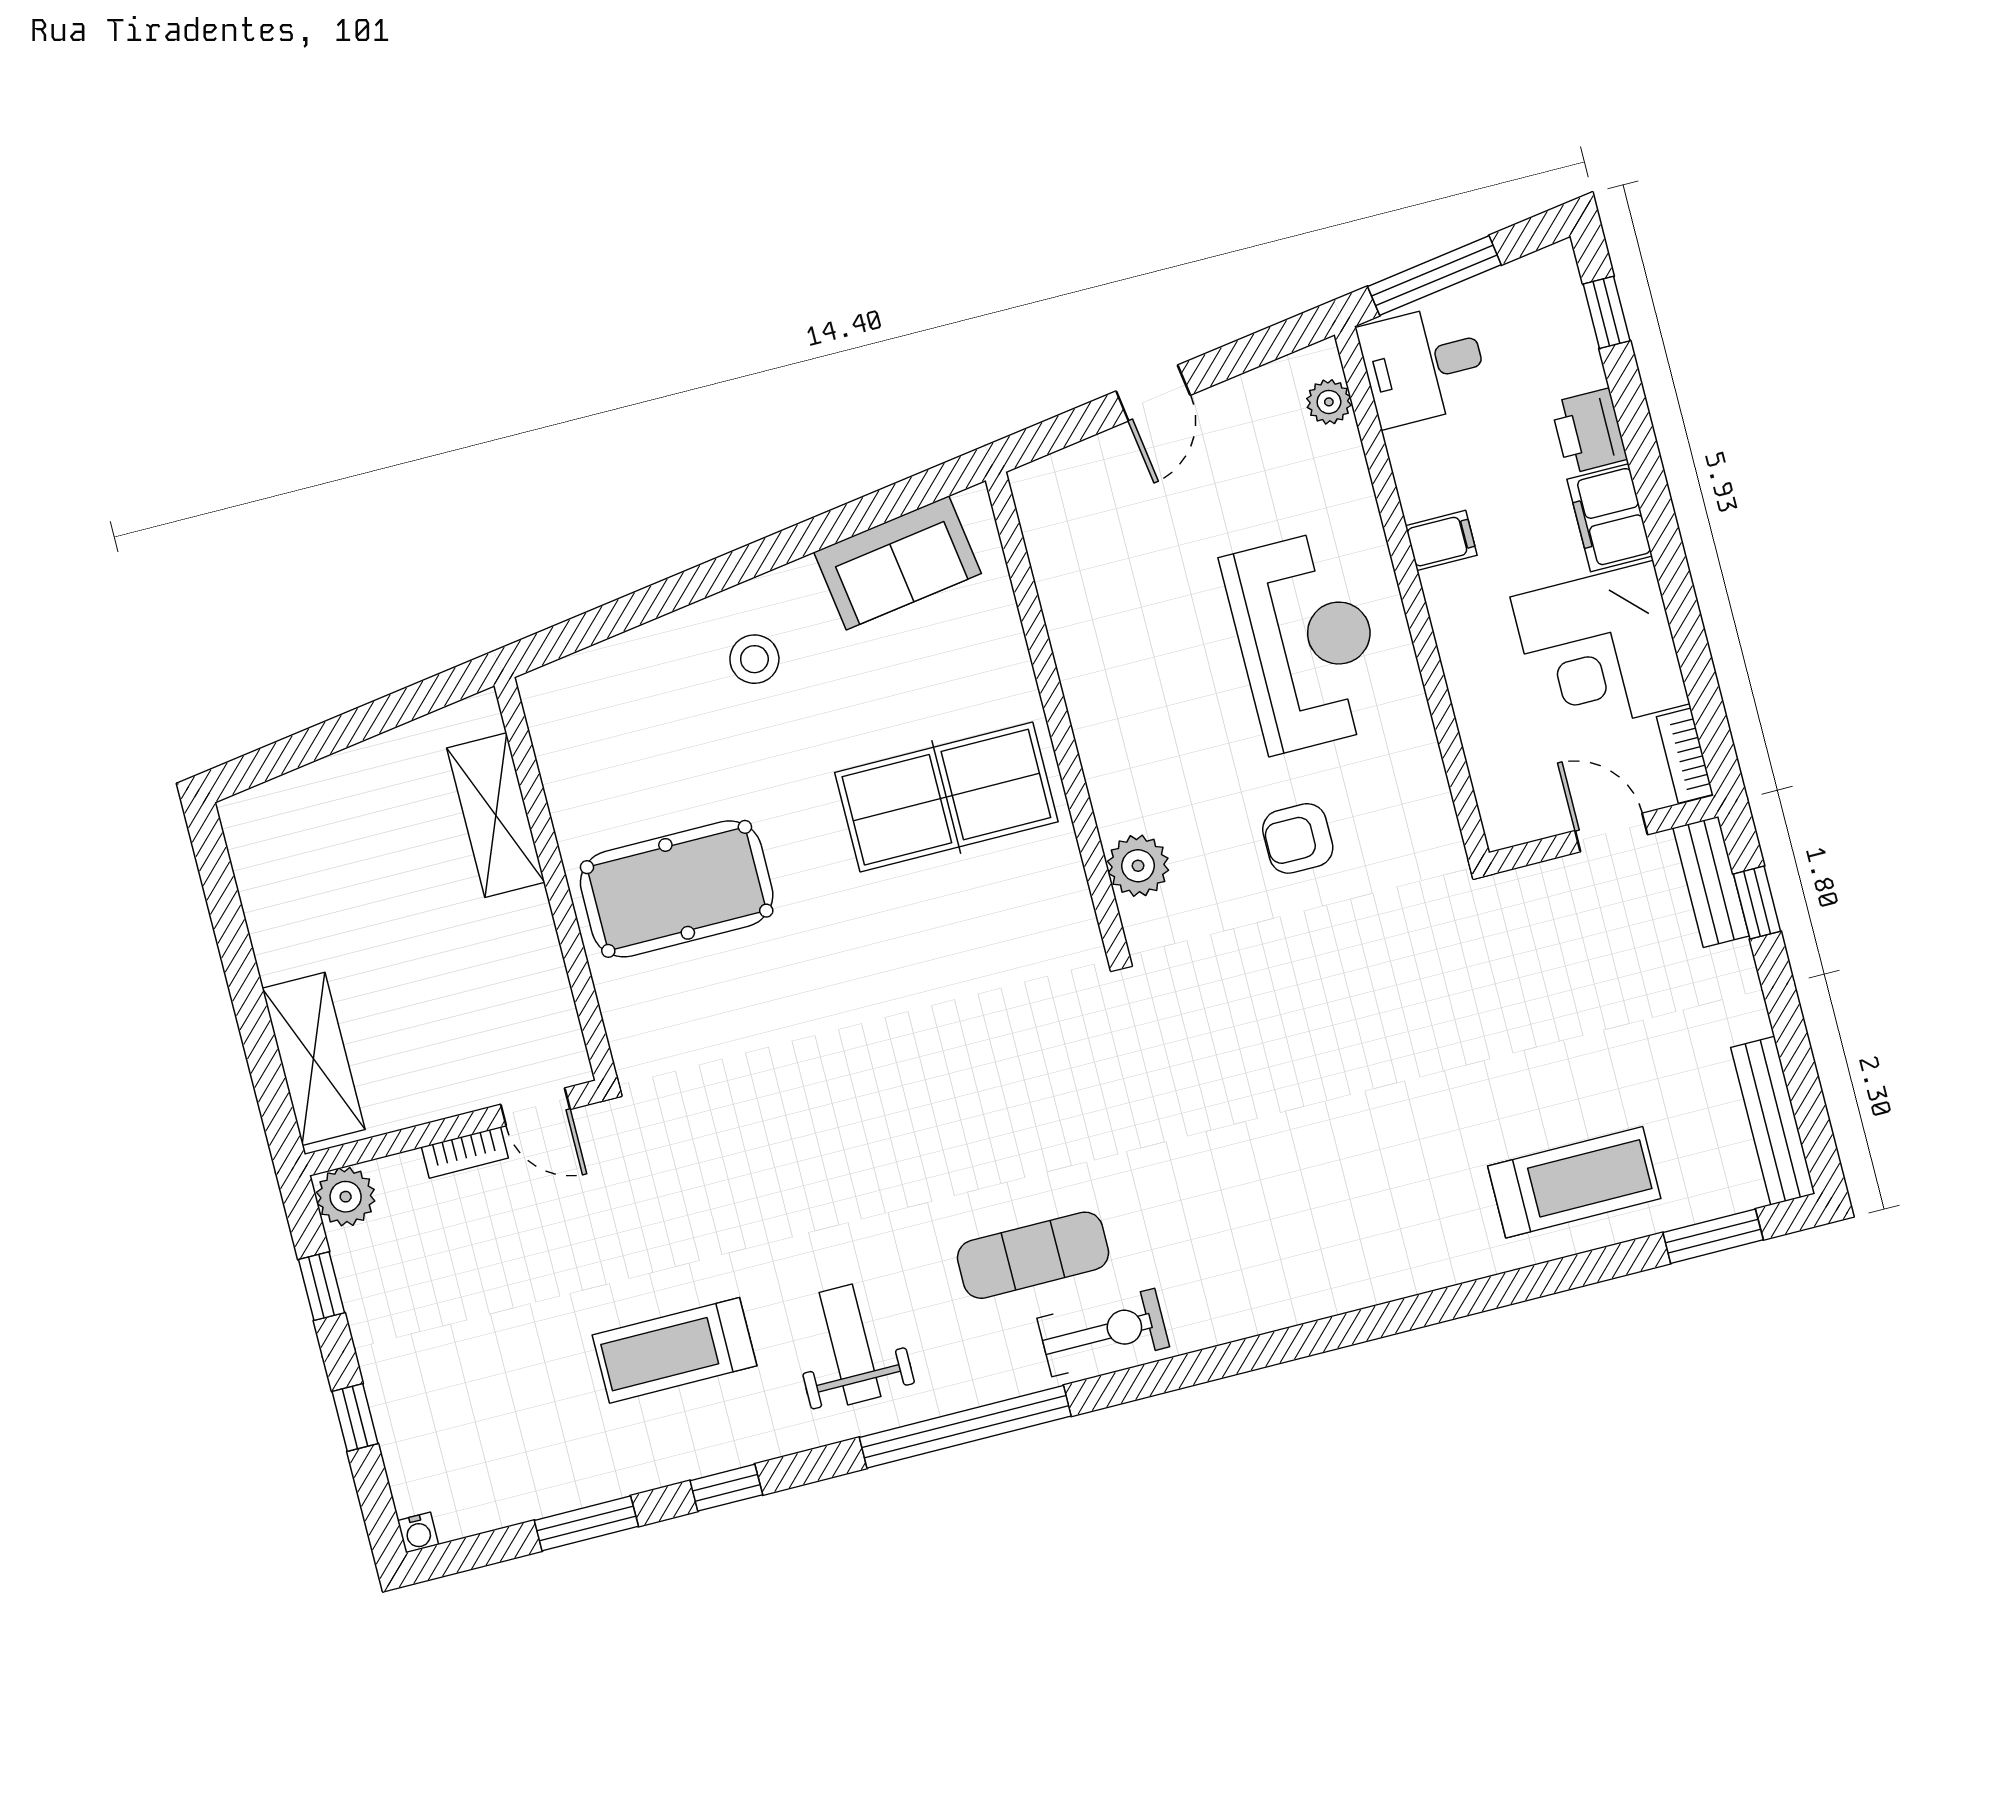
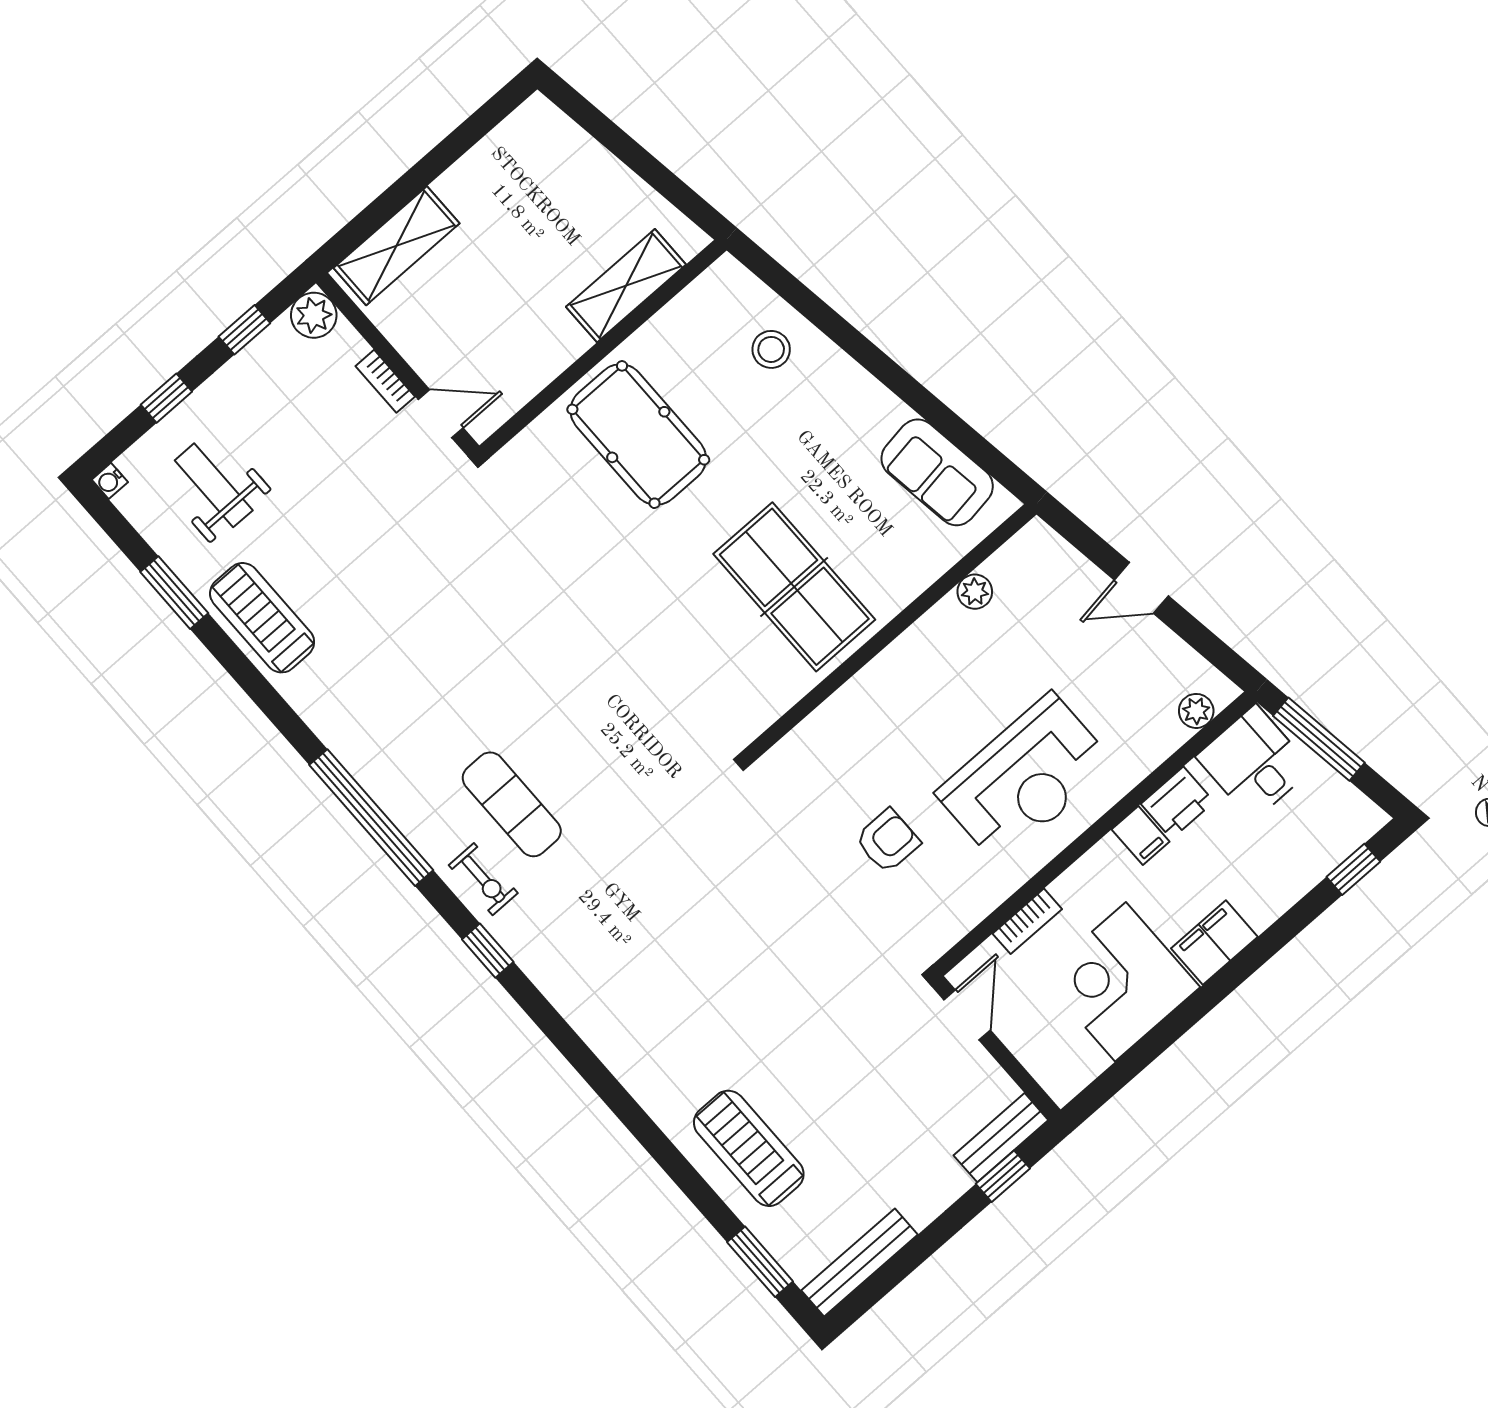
printer: (1589, 431) -> (1177, 803), moved, turned 180
stool: (754, 659) -> (771, 349), moved
bookcase: (1685, 756) -> (1027, 921), moved, turned 180
door: (1611, 833) -> (967, 1015), moved
armchair: (1298, 838) -> (888, 841), turned 90
plant: (1138, 866) -> (975, 592), moved, width x0.73, depth x0.73
door: (535, 1107) -> (441, 414), swing flipped
treadmill: (1574, 1182) -> (749, 1148), turned 180
exercise bike: (1103, 1333) -> (483, 879), width x0.73, depth x0.72
weight bench: (850, 1345) -> (214, 485), moved, turned -90
treadmill: (674, 1350) -> (262, 618), moved
window: (726, 1488) -> (488, 951), moved

